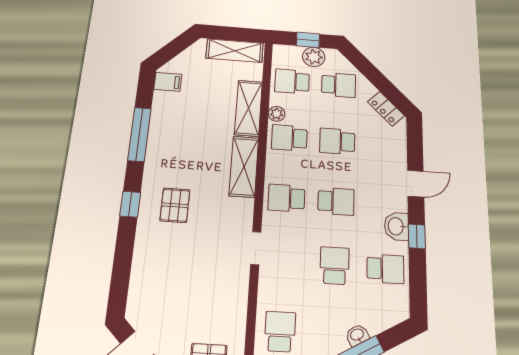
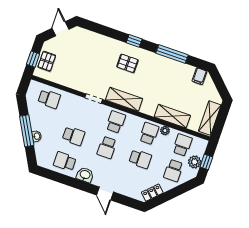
school desk: (337, 141) -> (140, 159), turned 90
shelving: (244, 167) -> (124, 99), moved
window: (417, 236) -> (77, 184), removed
school desk: (385, 269) -> (65, 161), turned 90

